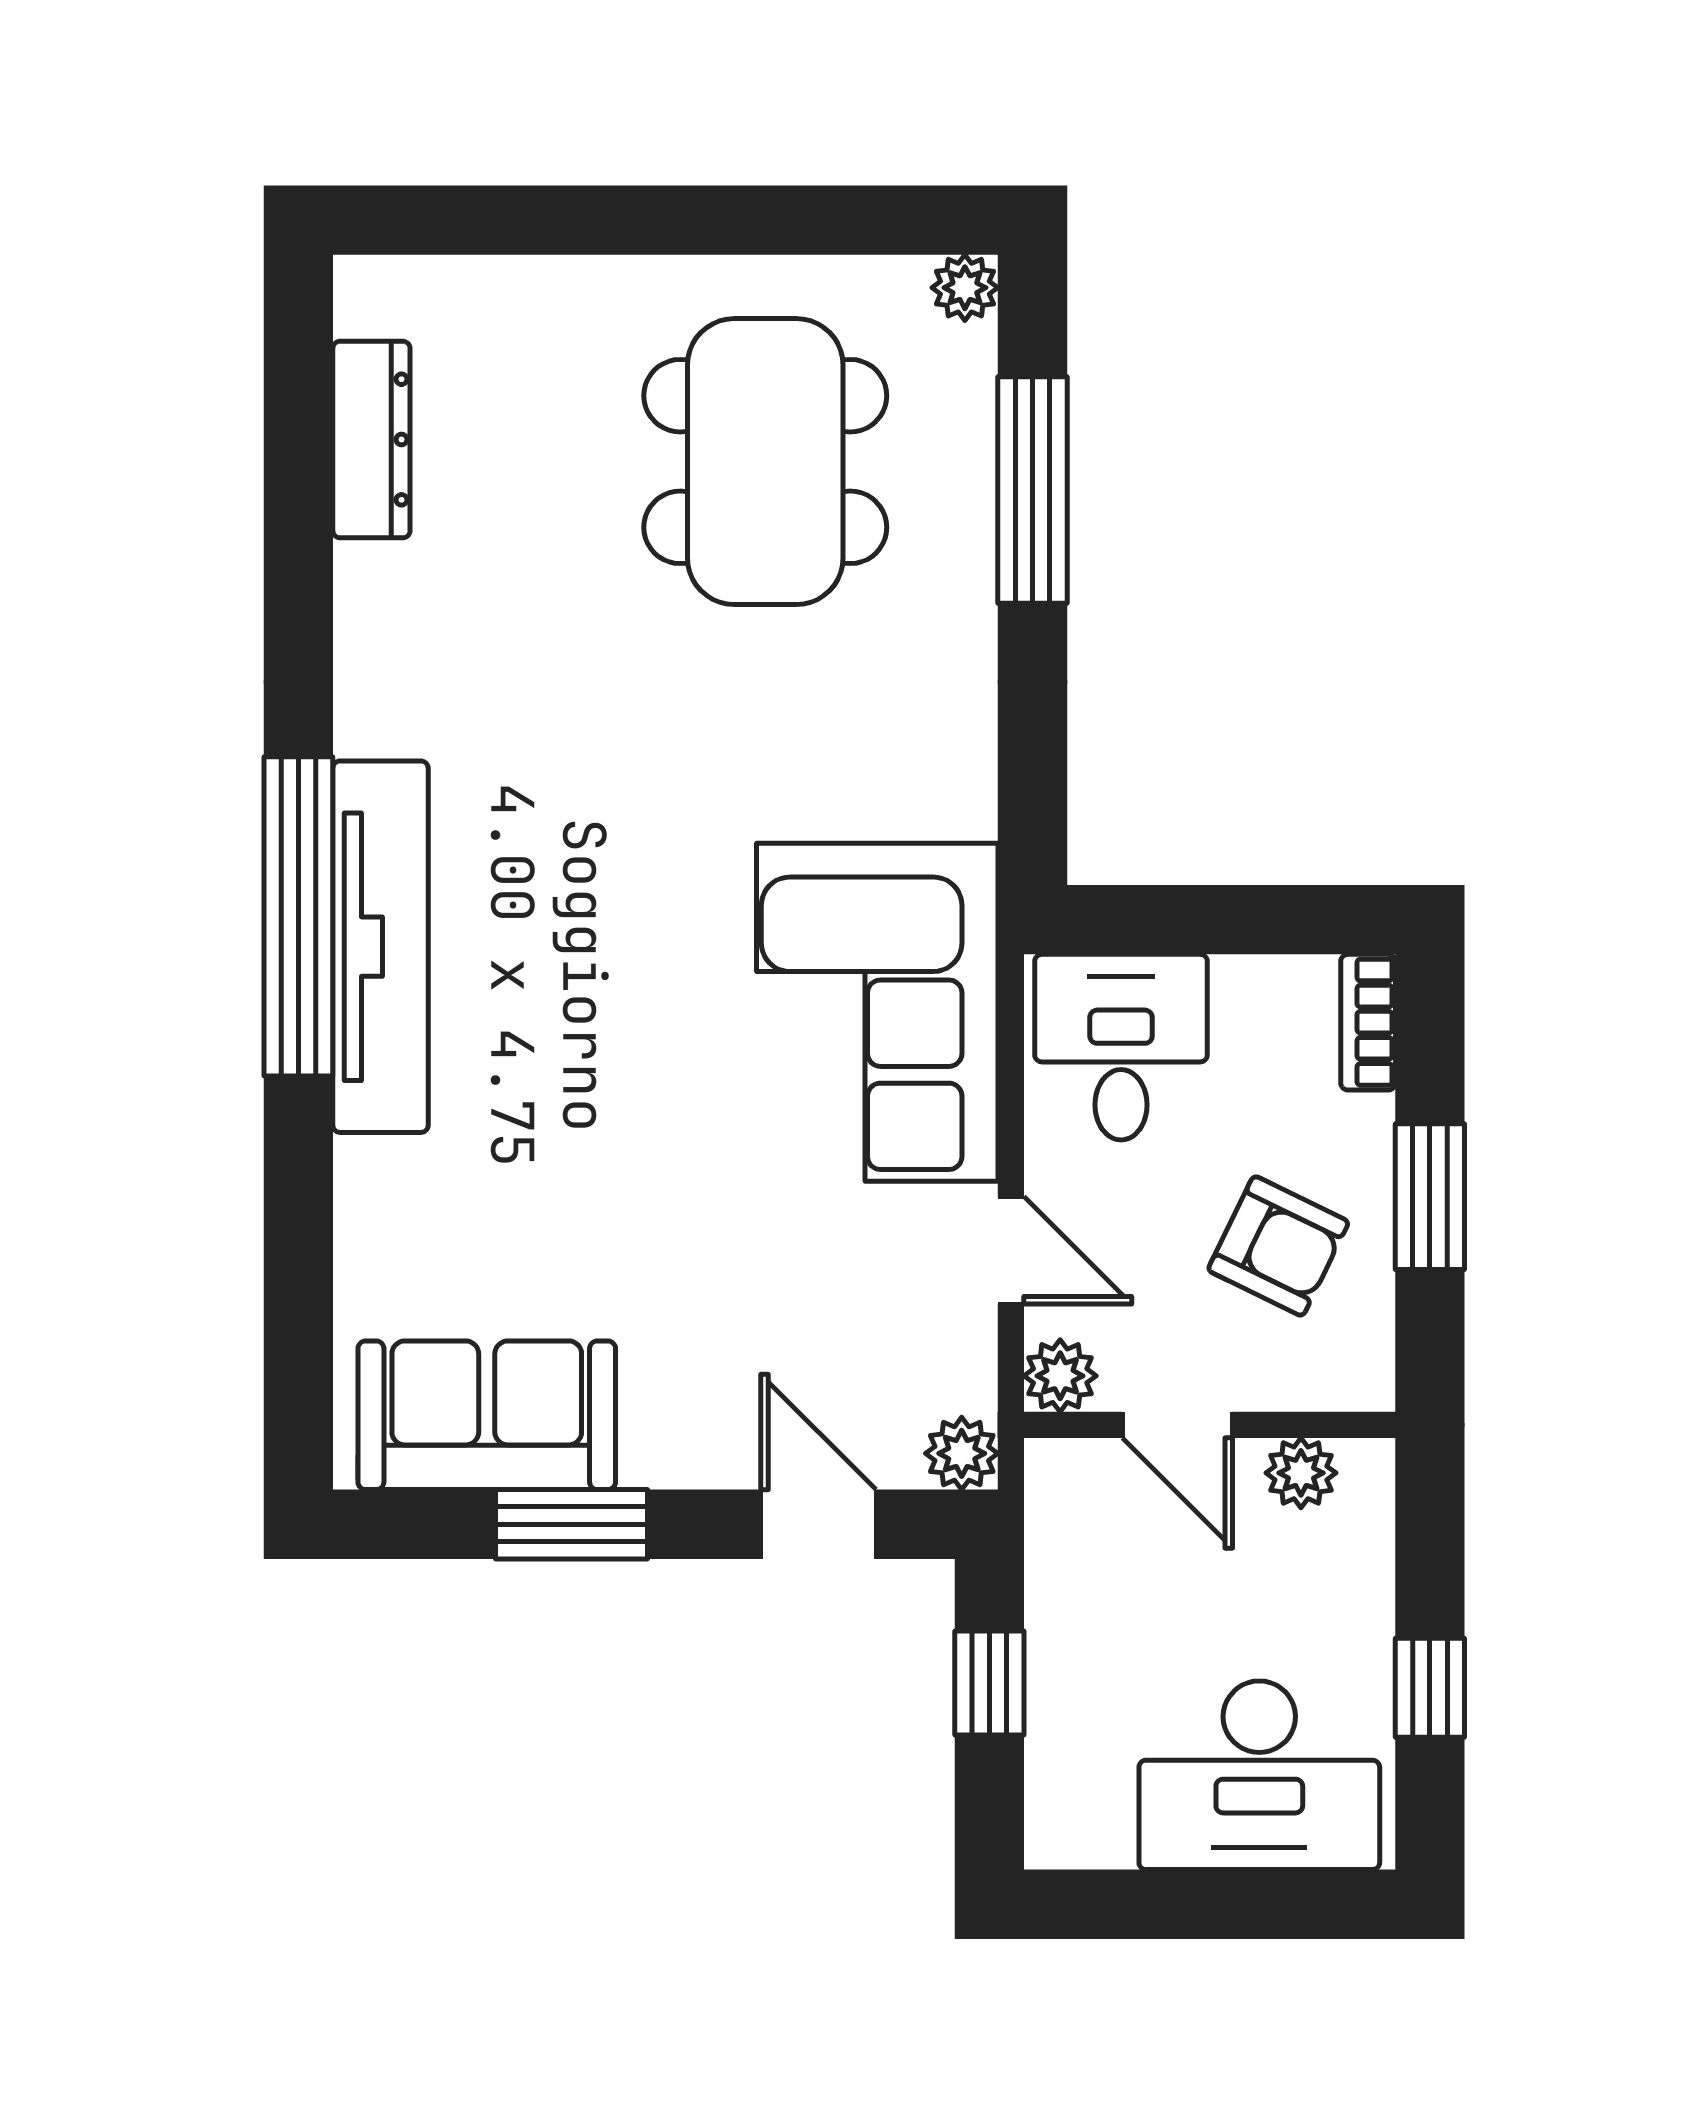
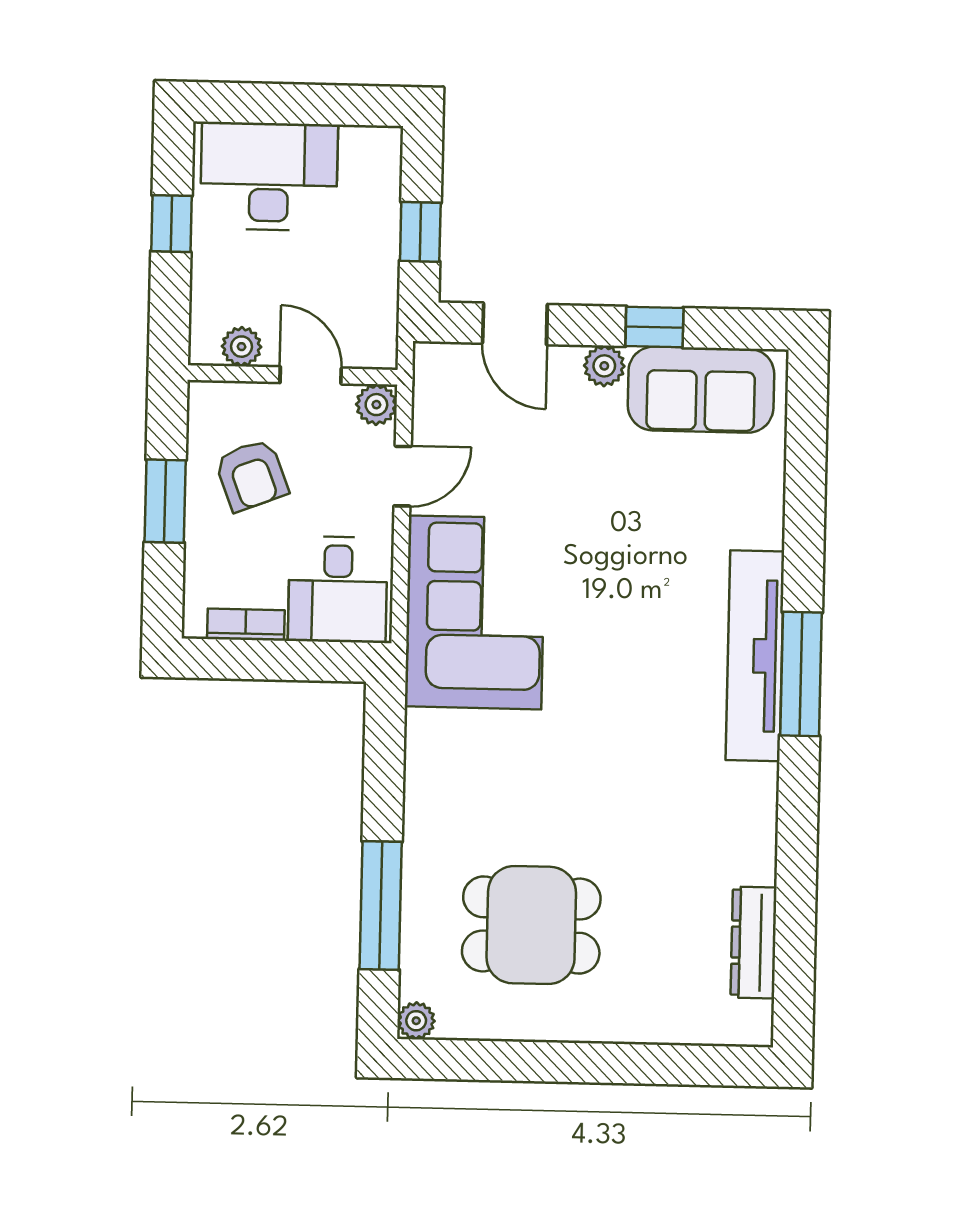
dining table: (765, 462) -> (531, 925), width x0.73
window: (298, 916) -> (801, 674), width x0.68
bookcase: (1368, 1022) -> (246, 625), moved, turned -90
armchair: (1278, 1246) -> (251, 475), turned -137
door: (1011, 1250) -> (403, 476), swing flipped
plant: (962, 1453) -> (604, 366), moved
window: (571, 1524) -> (654, 327), width x0.67

